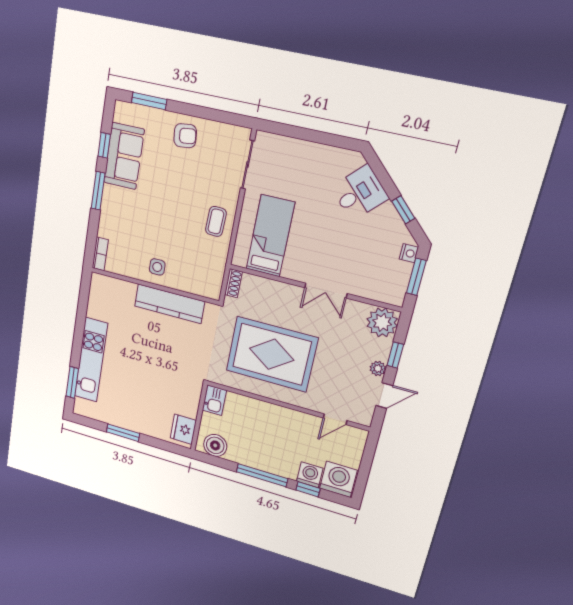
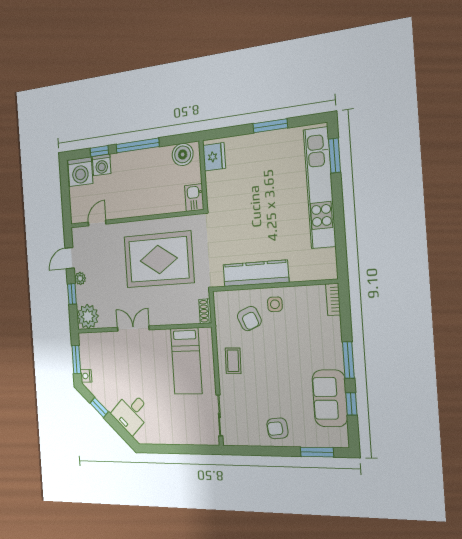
armchair: (187, 261) -> (249, 319), added
kitchen unit: (91, 360) -> (320, 188), width x1.36

